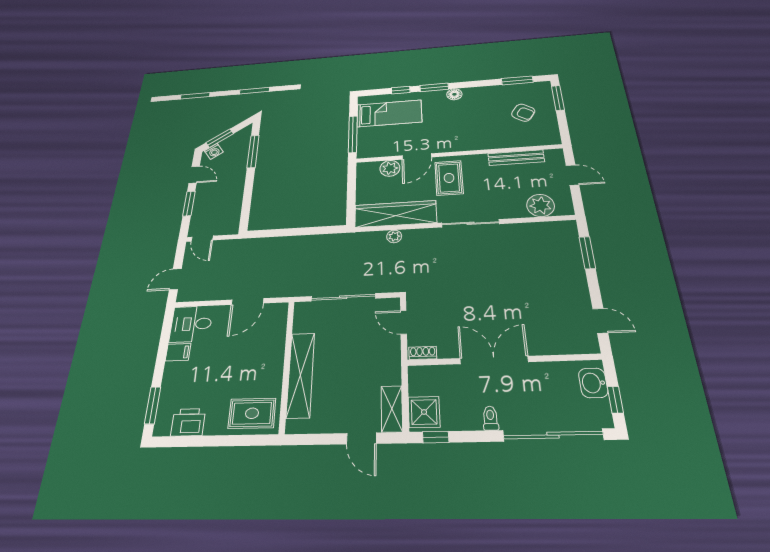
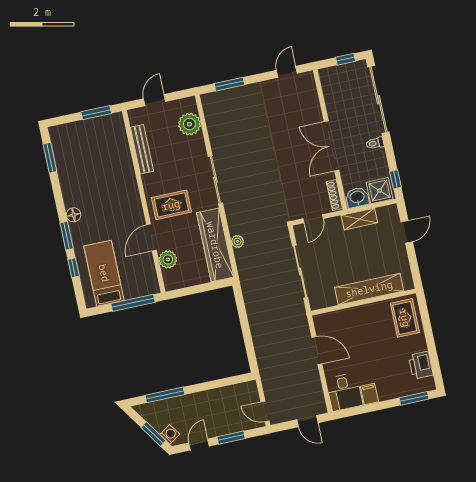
window: (558, 98) -> (96, 113), moved
armchair: (523, 113) -> (89, 148), removed
door: (417, 156) -> (151, 238), swing flipped
door: (202, 239) -> (265, 411), swing flipped
shoe rack: (423, 353) -> (334, 195), width x1.43
washbasin: (593, 383) -> (357, 197), moved, turned 180
shelving: (392, 409) -> (359, 219), moved

